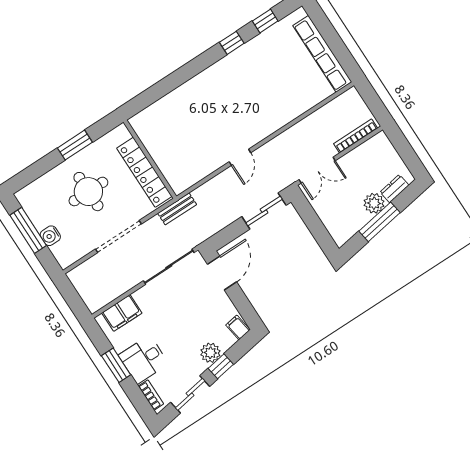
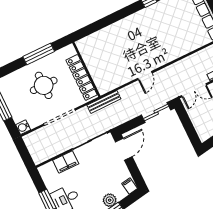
window: (75, 145) -> (39, 54), width x1.44
bench: (177, 209) -> (104, 102), width x1.36
water cooler: (50, 236) -> (23, 127), moved
filing cabinet: (122, 313) -> (66, 162), moved

